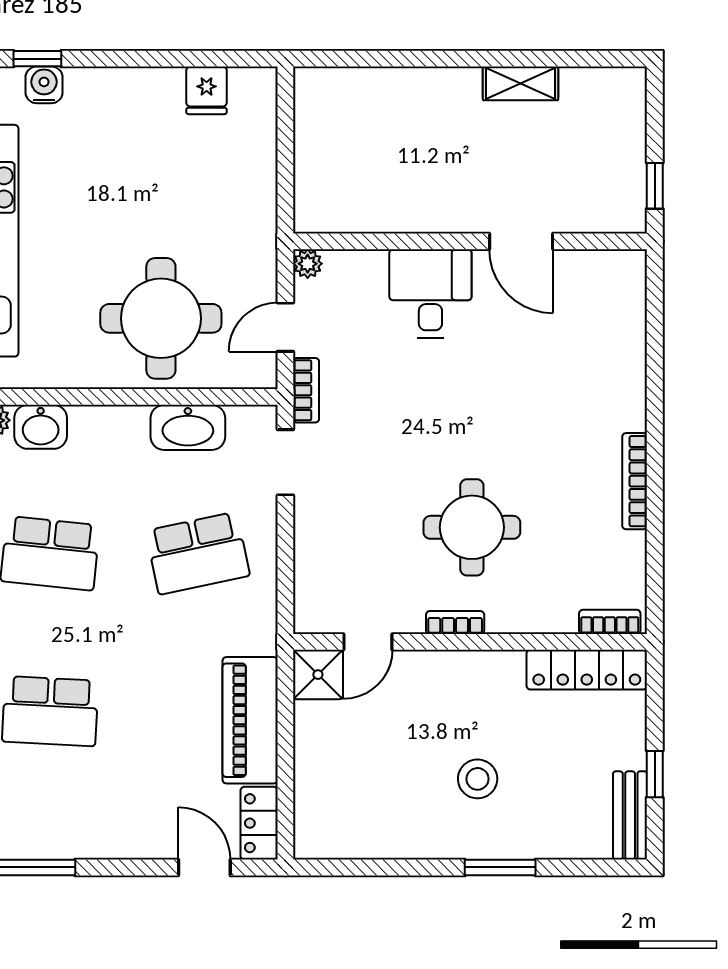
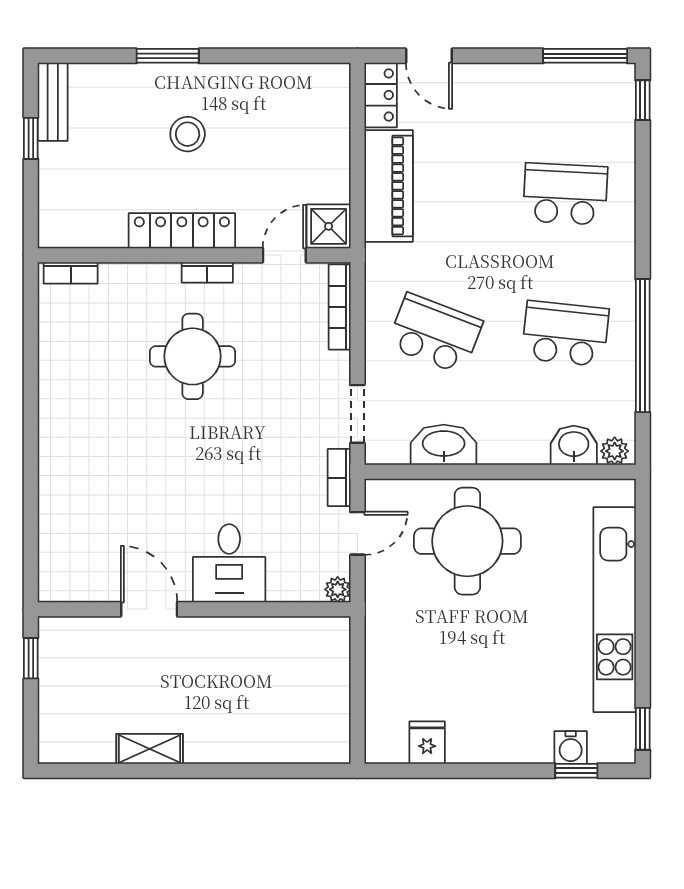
bookcase: (635, 481) -> (340, 307), moved, turned 180
school desk: (198, 553) -> (435, 334), turned 33
locker: (587, 670) -> (182, 231), moved

